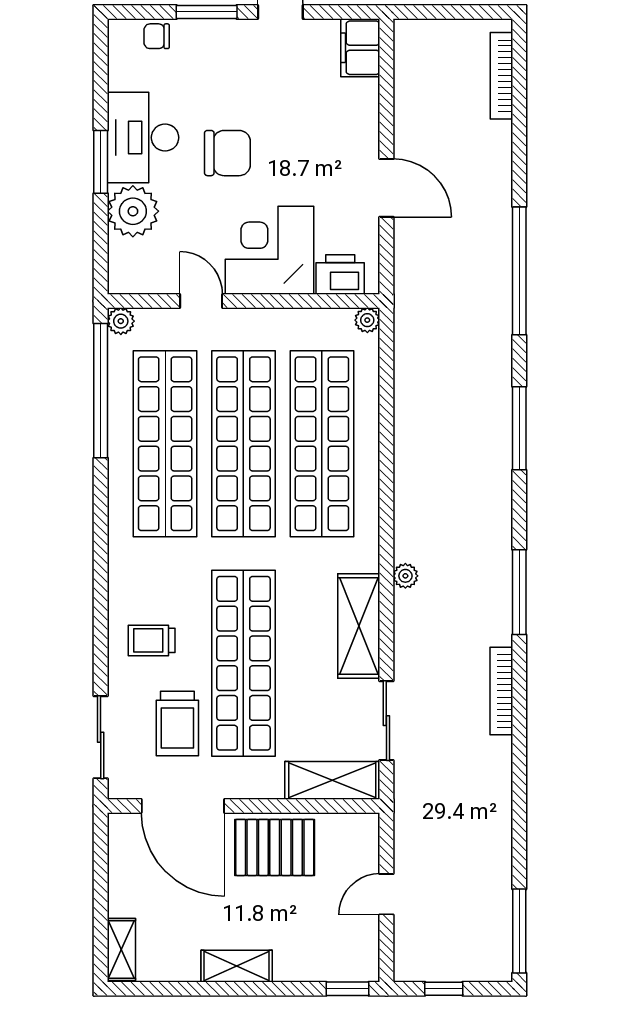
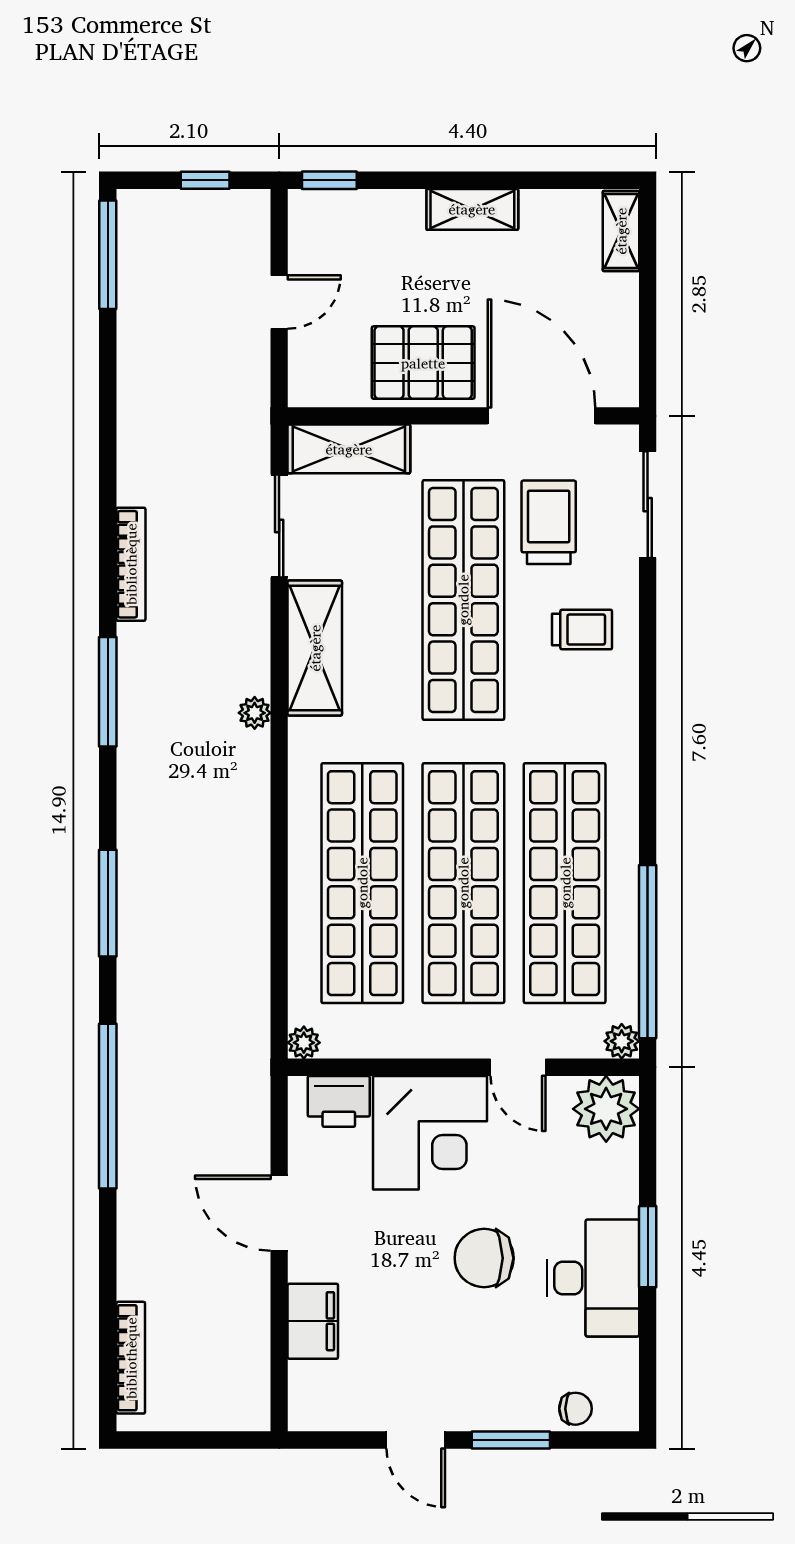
filing cabinet: (360, 48) -> (313, 1321), moved
plant: (133, 211) -> (606, 1109), moved

